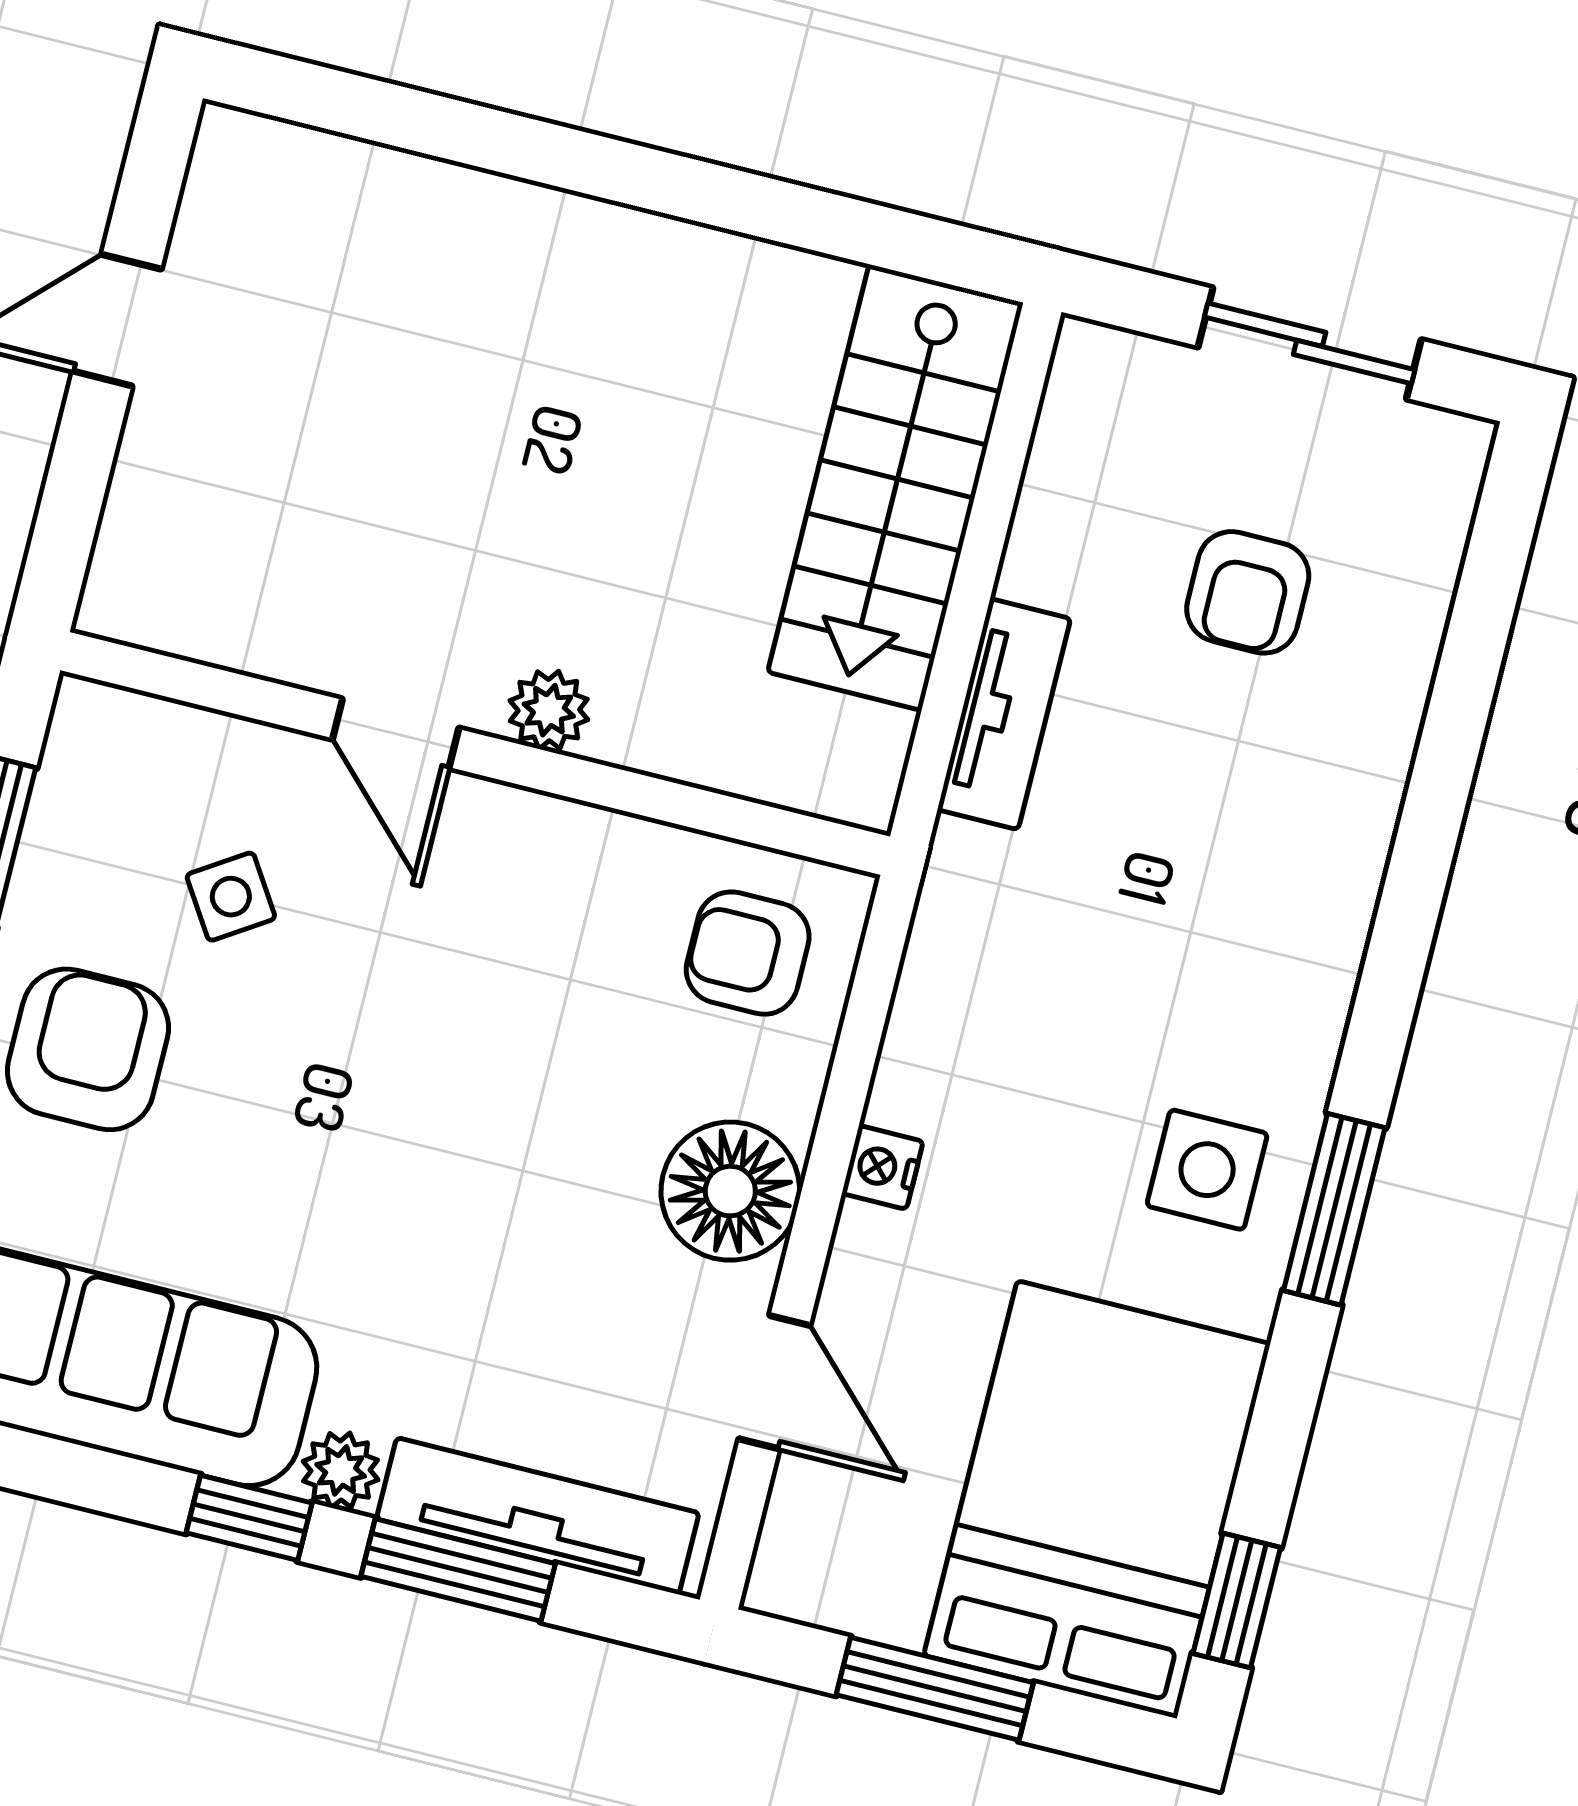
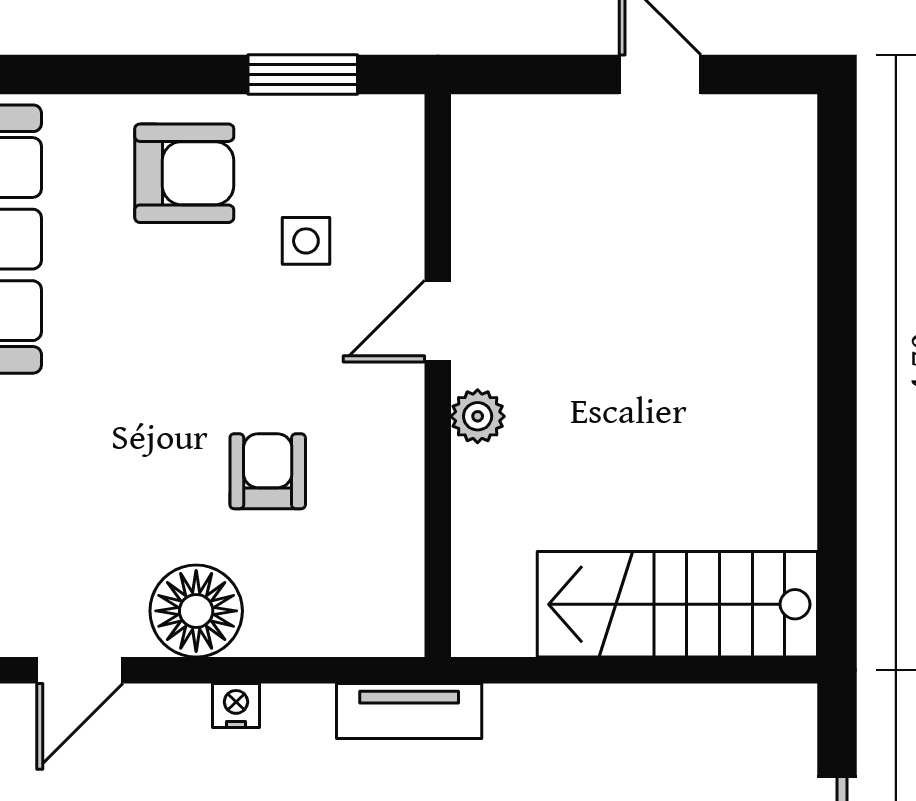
tv unit: (1004, 714) -> (409, 711), moved
side table: (231, 897) -> (306, 241), turned 33
armchair: (748, 953) -> (268, 471), moved

